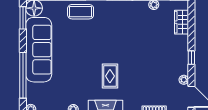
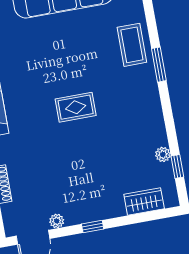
rug: (110, 76) -> (76, 107), moved

